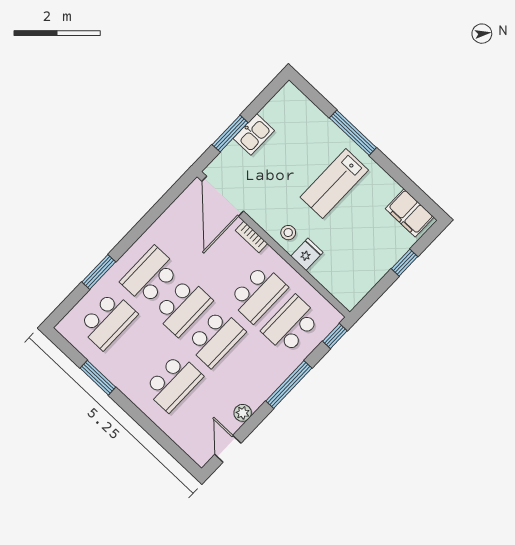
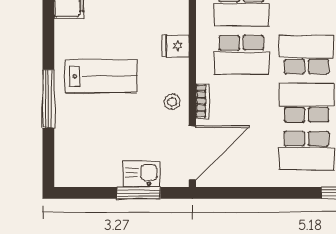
kitchen sink: (254, 134) -> (142, 174), moved
stool: (288, 233) -> (172, 102), moved
school desk: (258, 293) -> (241, 55), turned 180

